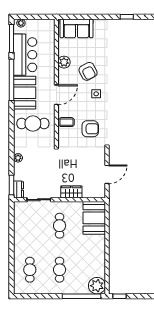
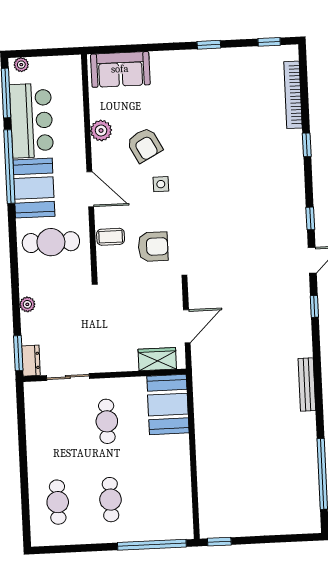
door: (56, 95) -> (90, 189), hinge flipped
wardrobe: (71, 192) -> (157, 359), moved
plant: (97, 286) -> (178, 525), removed

